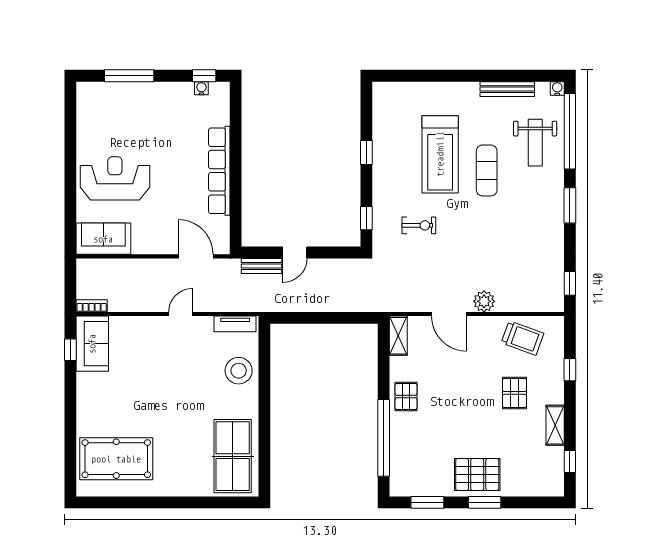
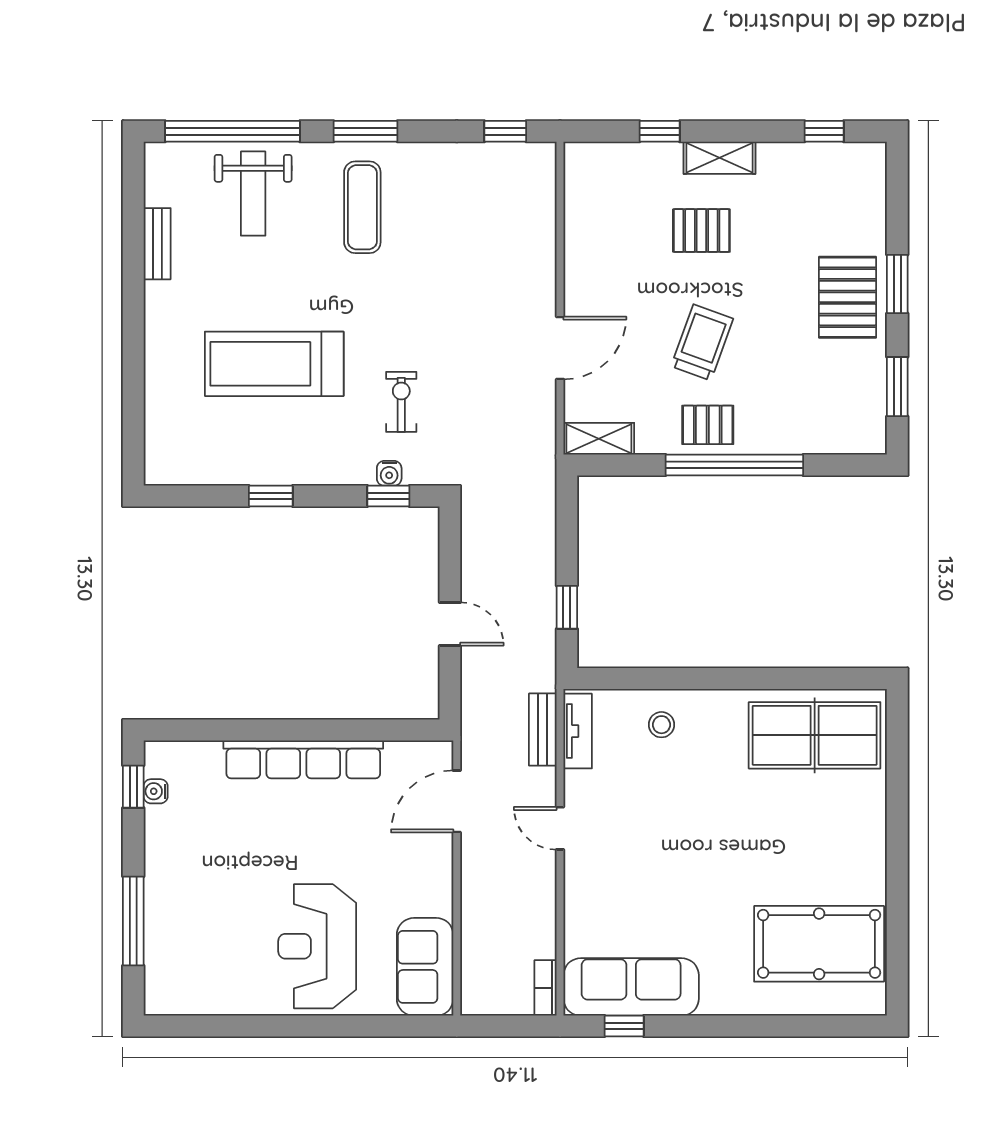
water cooler: (557, 88) -> (389, 473), moved, turned -90
bench: (507, 89) -> (157, 244), width x0.73
weight bench: (535, 143) -> (253, 194), turned 90
treadmill: (440, 154) -> (274, 364), turned 180
exercise mat: (487, 170) -> (362, 207), moved, turned 90
bench: (262, 266) -> (543, 730), moved
plant: (484, 301) -> (537, 285), removed
window: (304, 318) -> (567, 607), added
trolley: (522, 338) -> (702, 342), moved
sofa: (92, 344) -> (631, 987), width x1.36
stool: (239, 371) -> (661, 725), width x0.53, depth x0.53
shelving: (555, 425) -> (720, 158), moved
window: (384, 438) -> (734, 465), moved
pool table: (116, 459) -> (819, 944), turned 90

